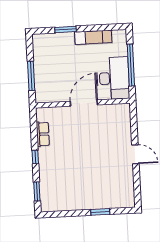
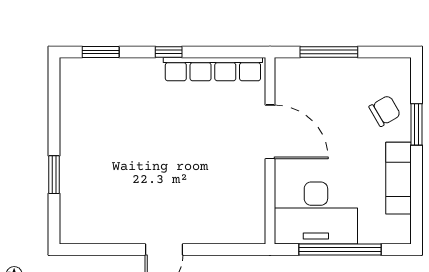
chair: (59, 46) -> (385, 111), added
door: (84, 103) -> (270, 132), moved
row of seats: (43, 134) -> (213, 69), width x2.02

